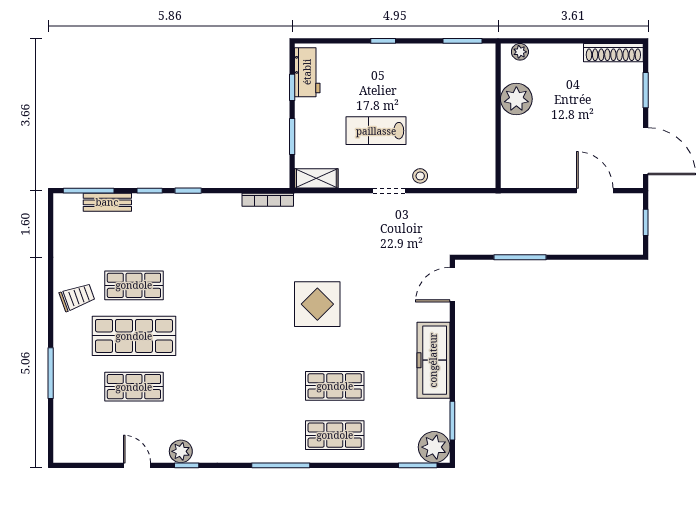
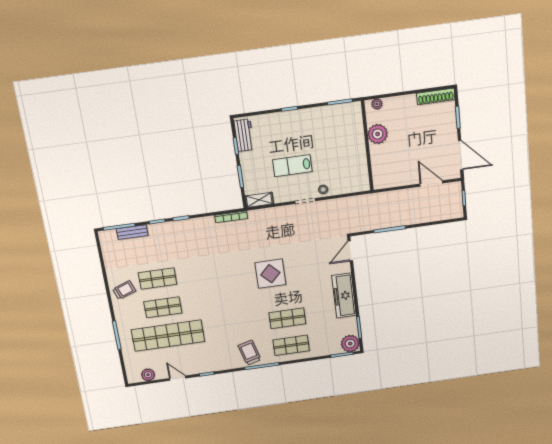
shop shelf: (134, 336) -> (163, 307), width x0.70, depth x0.74
shop shelf: (134, 387) -> (168, 336), width x2.00, depth x1.36
trolley: (264, 438) -> (250, 353), added
plant: (181, 451) -> (148, 375), moved

